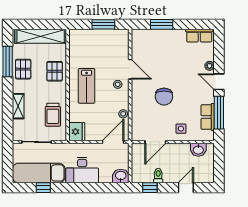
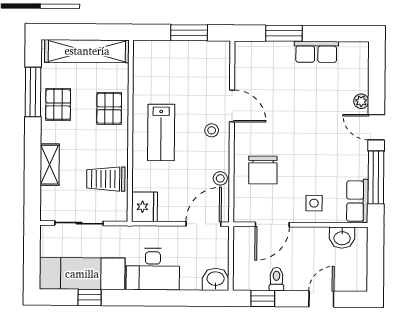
row of seats: (199, 36) -> (316, 52), moved
chair: (164, 97) -> (263, 170), moved
trolley: (53, 115) -> (106, 179), turned 90
row of seats: (208, 117) -> (357, 201), moved

